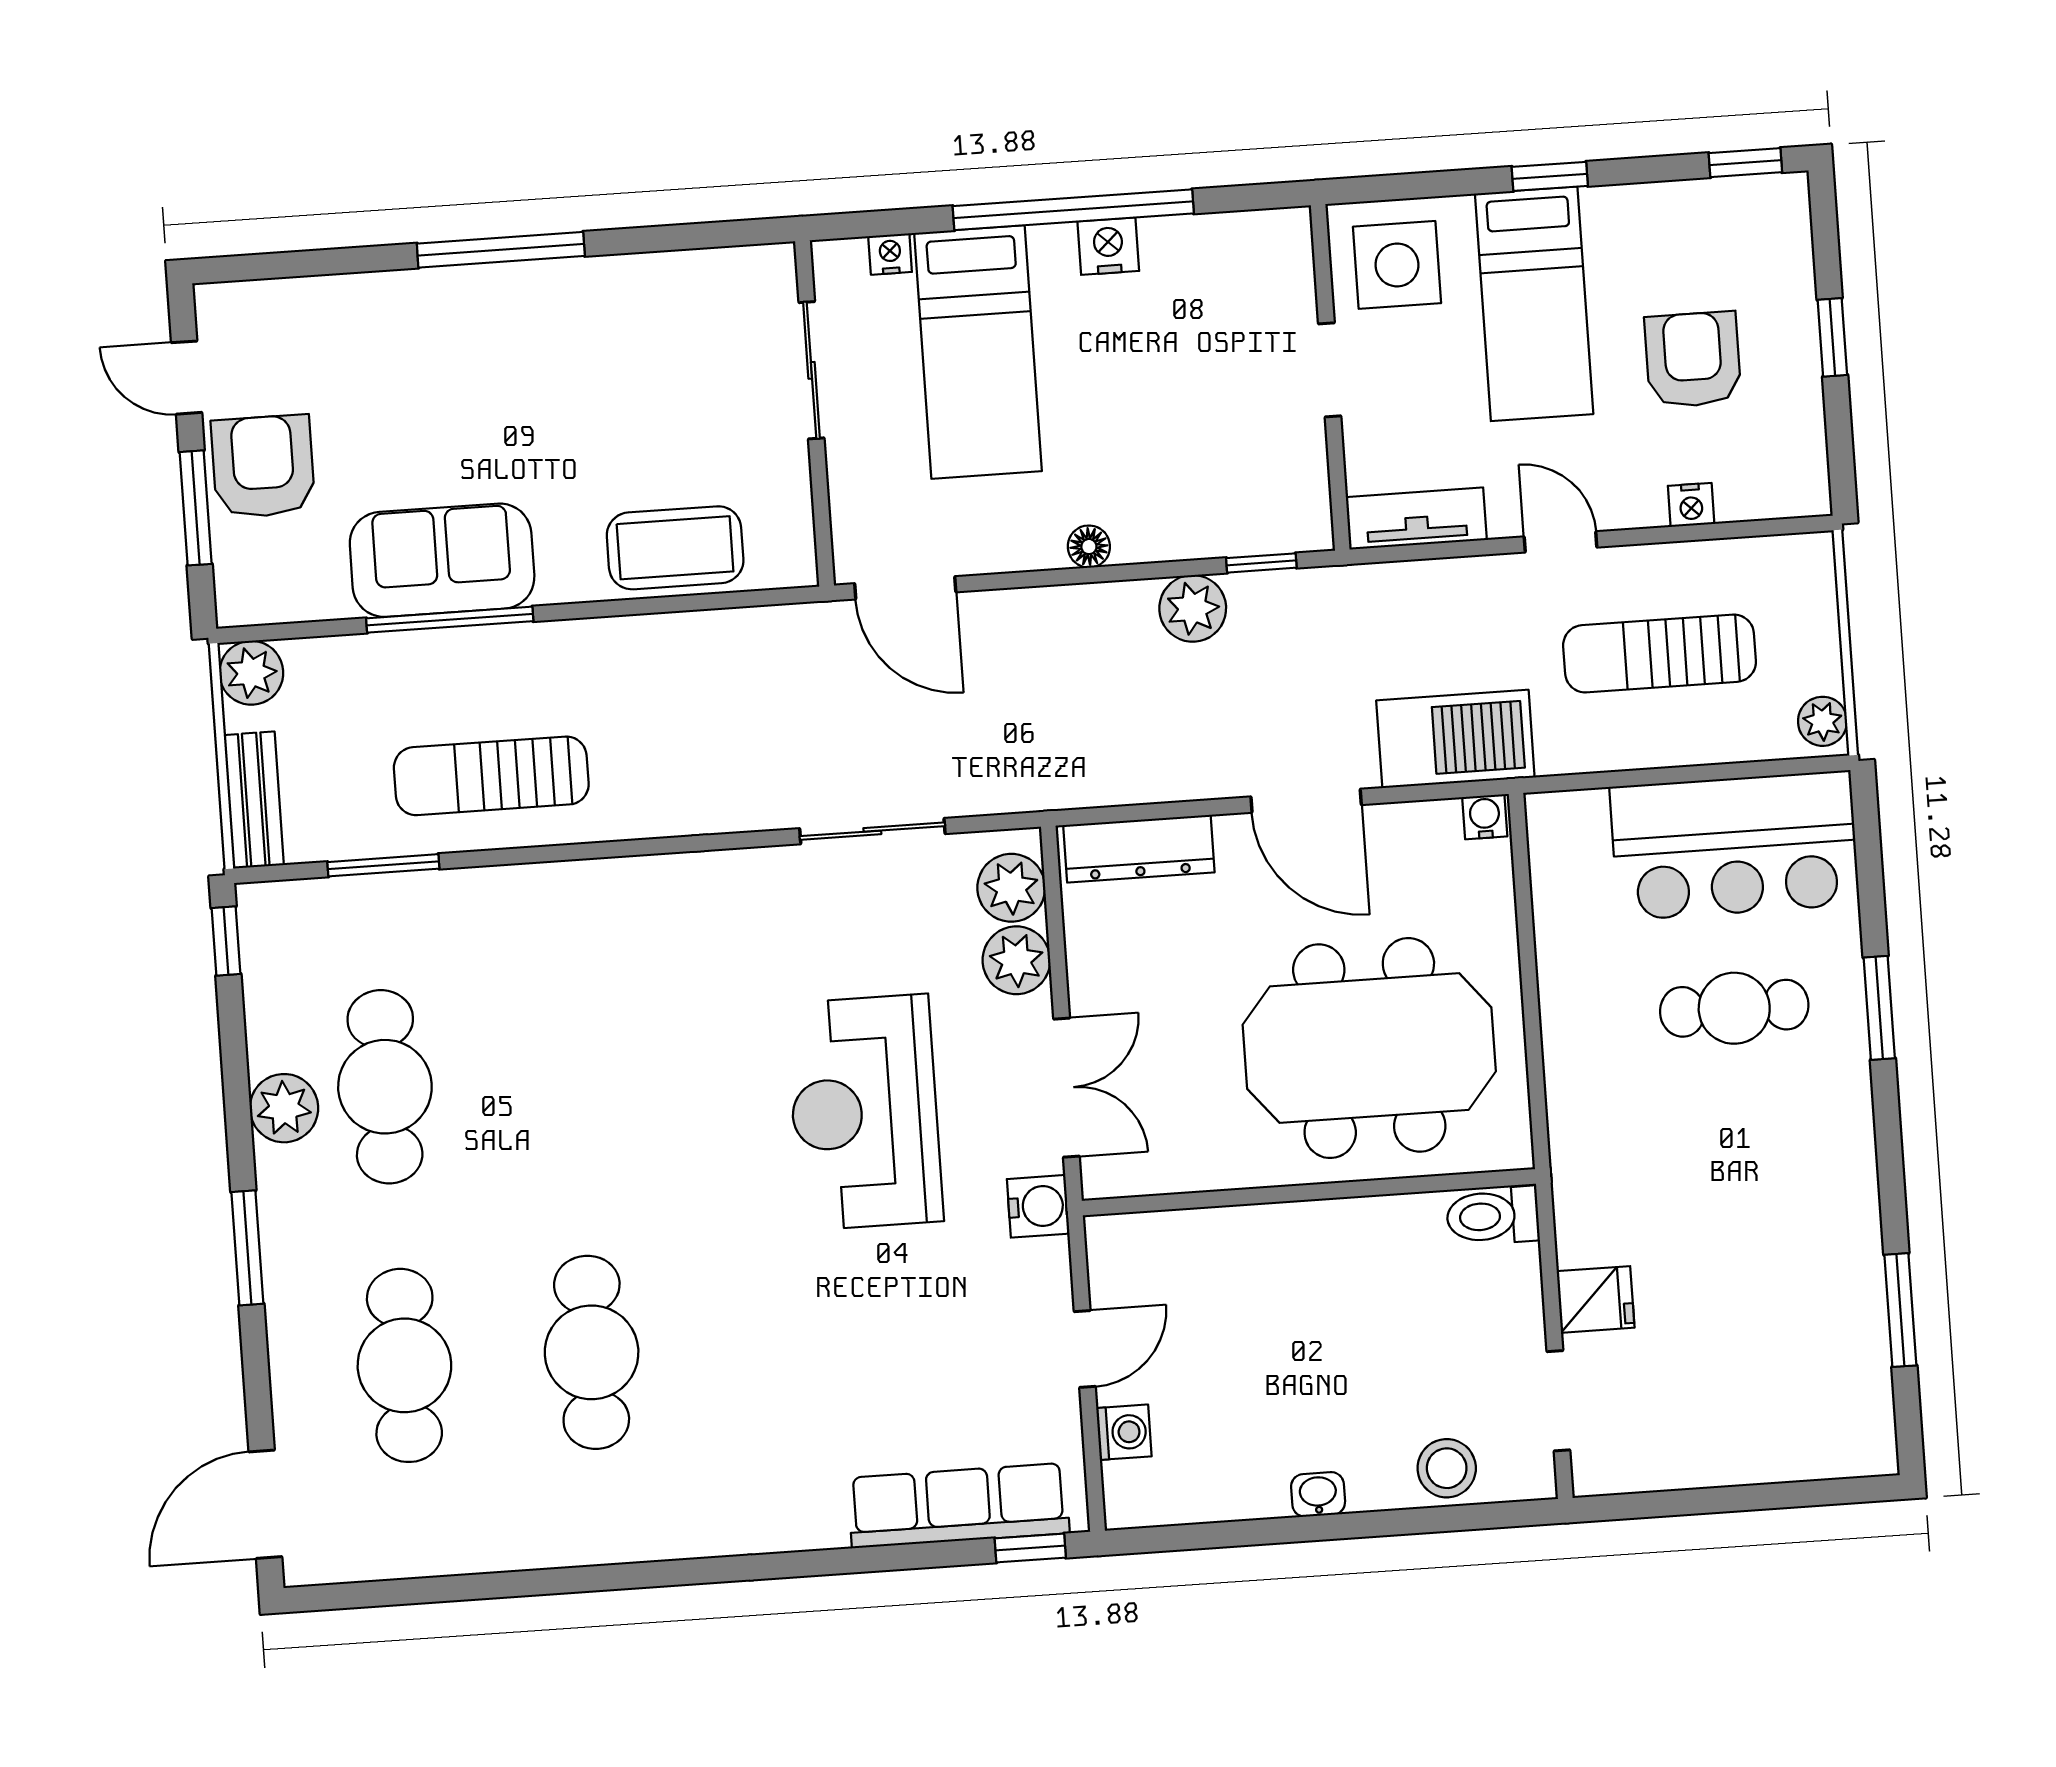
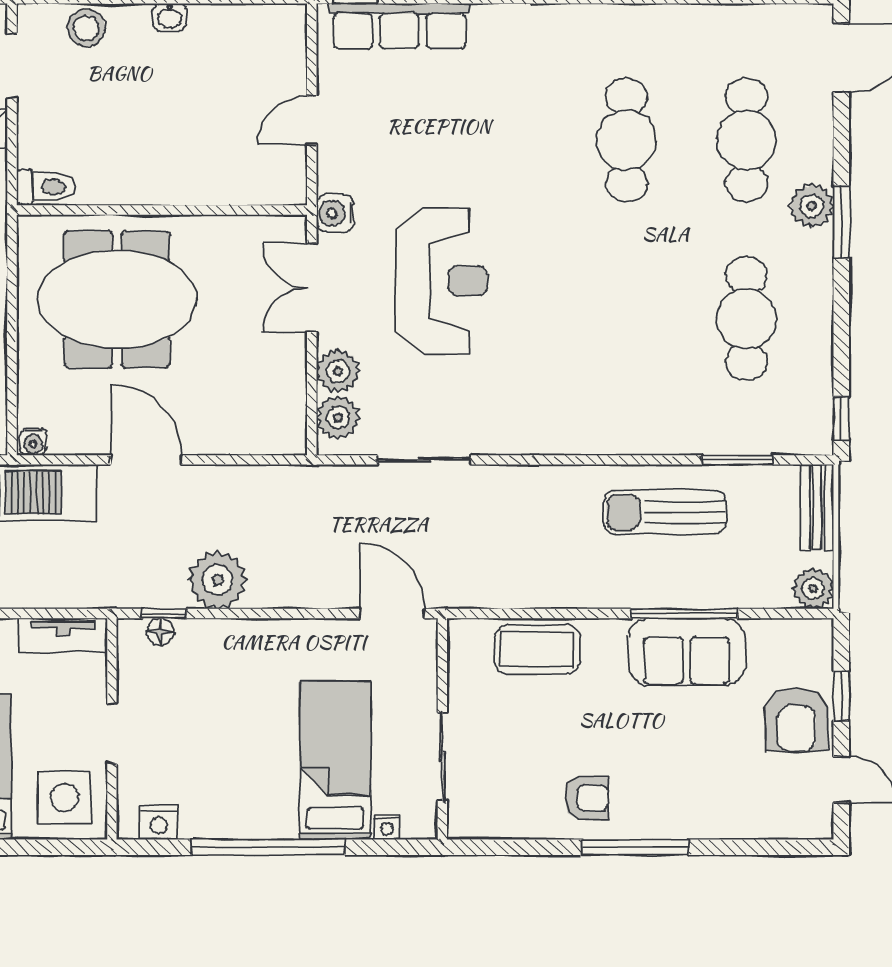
nightstand: (1108, 246) -> (159, 822), moved
armchair: (582, 321) -> (587, 798), added
window: (196, 508) -> (841, 696), width x0.67
floor lamp: (1089, 547) -> (160, 632), moved
plant: (1193, 608) -> (218, 580), width x1.36, depth x1.36
sun lounger: (491, 776) -> (665, 512), turned 180
dresser: (1139, 849) -> (255, 437), removed
plant: (284, 1108) -> (812, 206), moved
washing machine: (1124, 1432) -> (290, 65), removed

